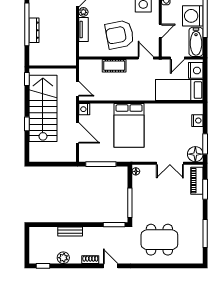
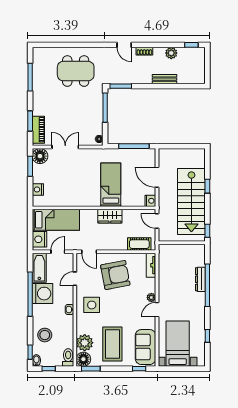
tv unit: (84, 29) -> (151, 265), moved
cot: (114, 66) -> (139, 244), moved
wardrobe: (125, 94) -> (110, 216), added
bed: (129, 125) -> (111, 185), width x0.67

